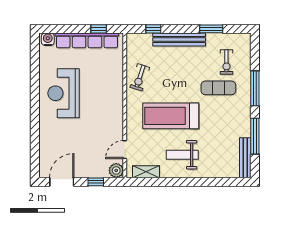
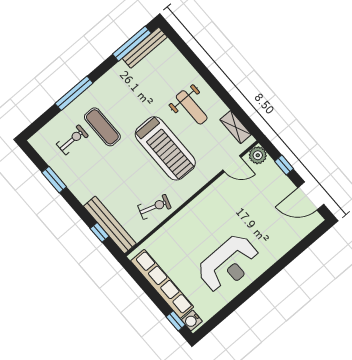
window: (99, 29) -> (176, 321), moved
bench: (179, 39) -> (110, 225), moved
window: (255, 136) -> (132, 44), moved

